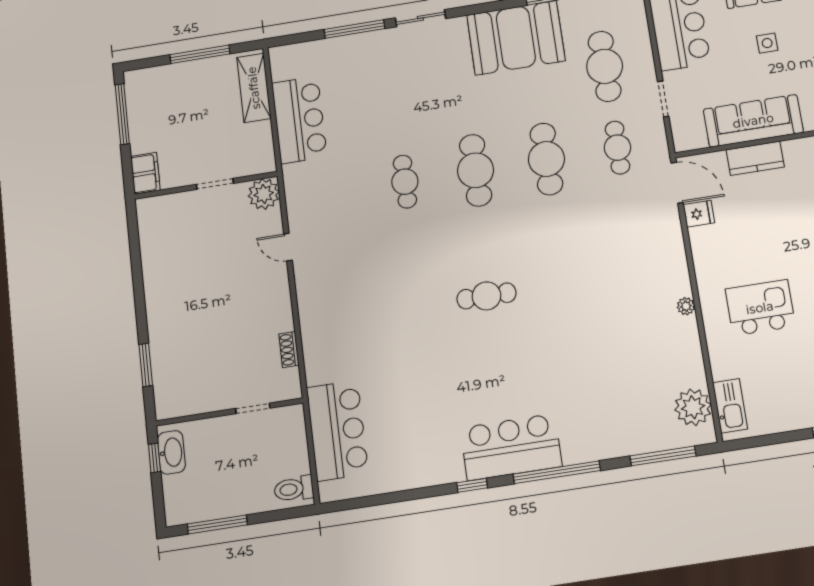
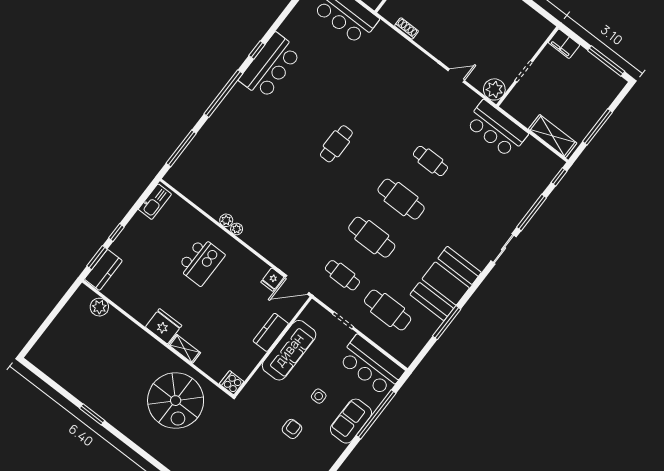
window: (290, 40) -> (559, 177), added
bar counter: (299, 120) -> (497, 129), moved
kitchen sink: (730, 406) -> (155, 202), moved, turned -90
plant: (693, 407) -> (226, 220), moved, width x0.53, depth x0.53
bar counter: (511, 447) -> (270, 66), moved

